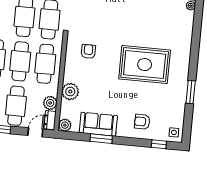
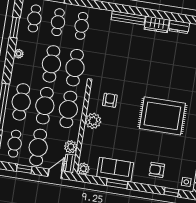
plant: (70, 92) -> (93, 121), moved

